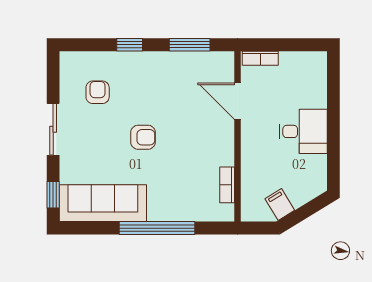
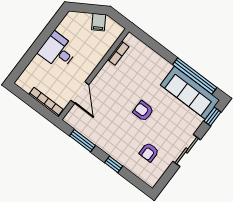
bookcase: (260, 58) -> (46, 102), width x1.56
window: (157, 228) -> (195, 76), moved

